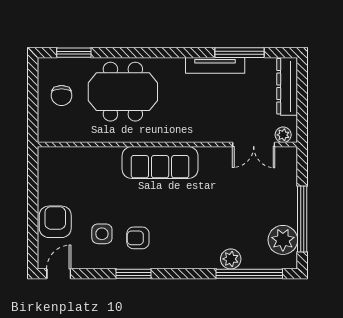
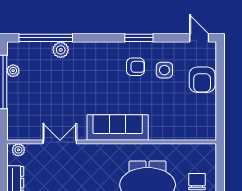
double door: (254, 145) -> (60, 142), moved
plant: (283, 240) -> (13, 71), width x0.53, depth x0.53
door: (59, 274) -> (199, 38), swing flipped

